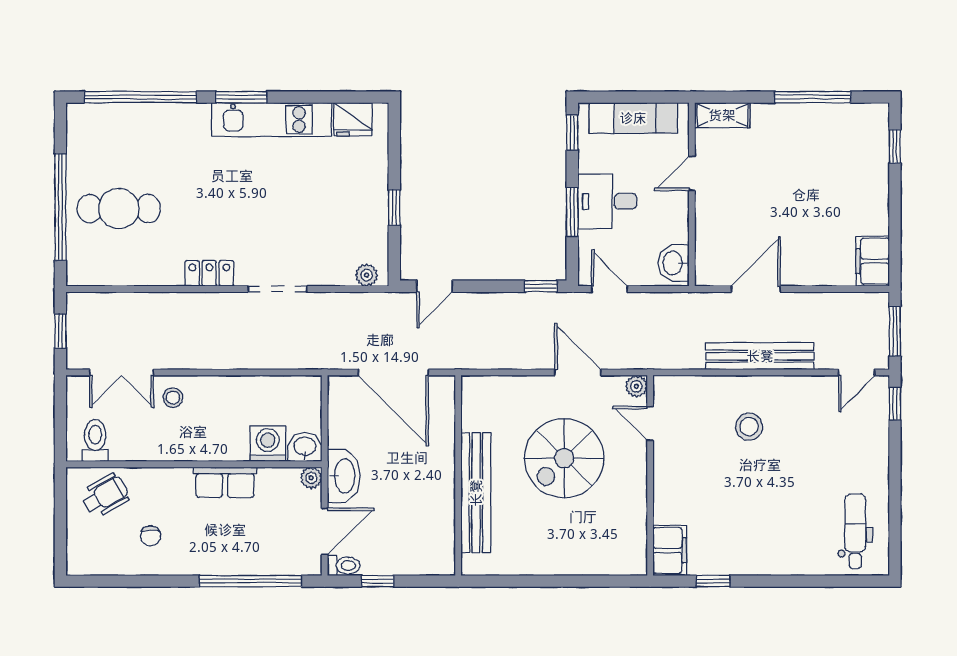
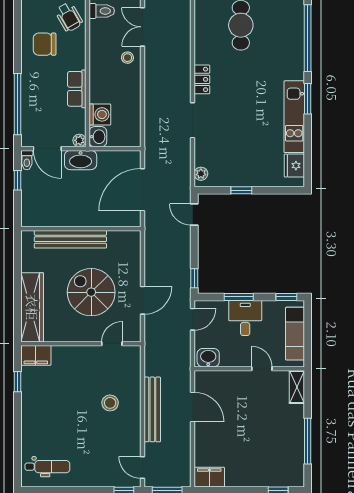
plant: (636, 386) -> (134, 335), removed
chair: (150, 536) -> (45, 44), width x1.87, depth x1.87
wardrobe: (589, 557) -> (32, 307), added

